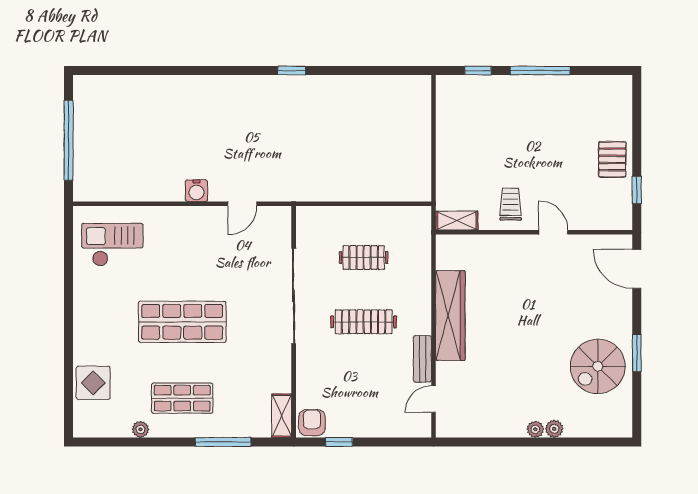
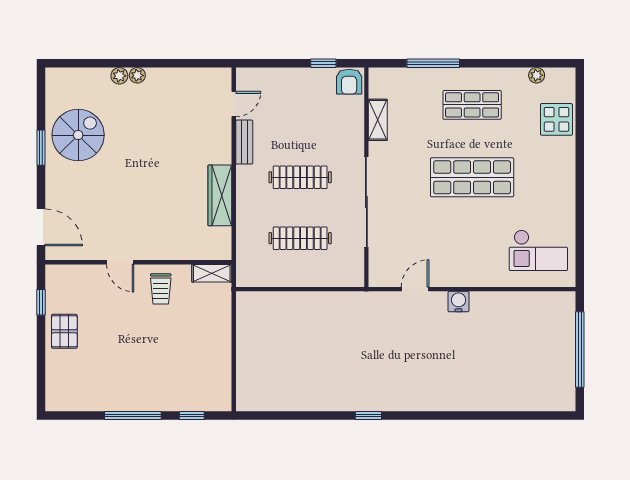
clothes rail: (364, 258) -> (300, 238), width x1.36
wardrobe: (450, 316) -> (220, 195), width x0.71, depth x0.85
shelving: (282, 416) -> (378, 120), moved
plant: (140, 429) -> (537, 75), moved

